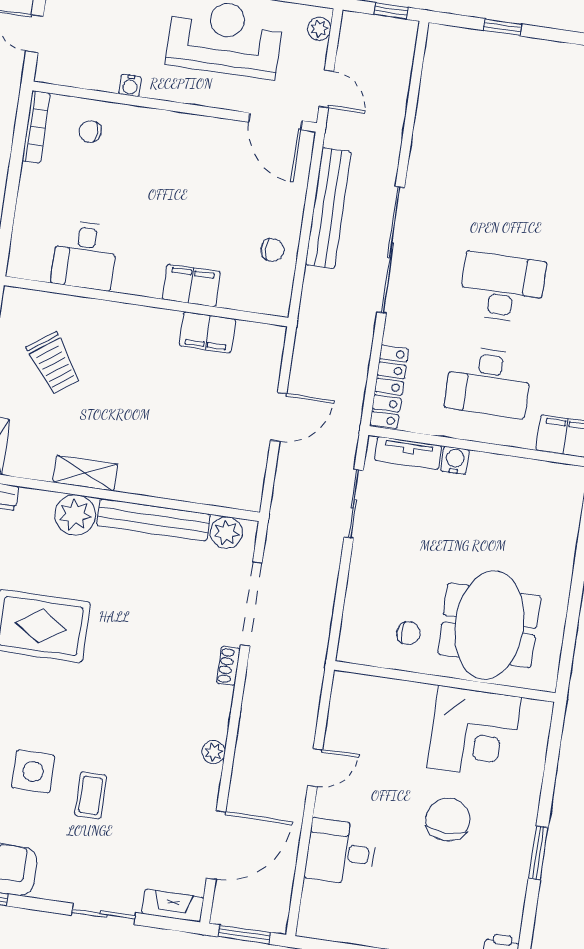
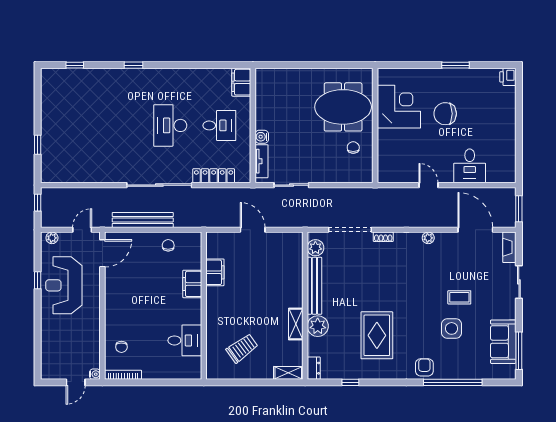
water cooler: (130, 85) -> (95, 374), moved
desk: (488, 382) -> (219, 125), width x0.73
locker: (389, 387) -> (214, 176), moved

